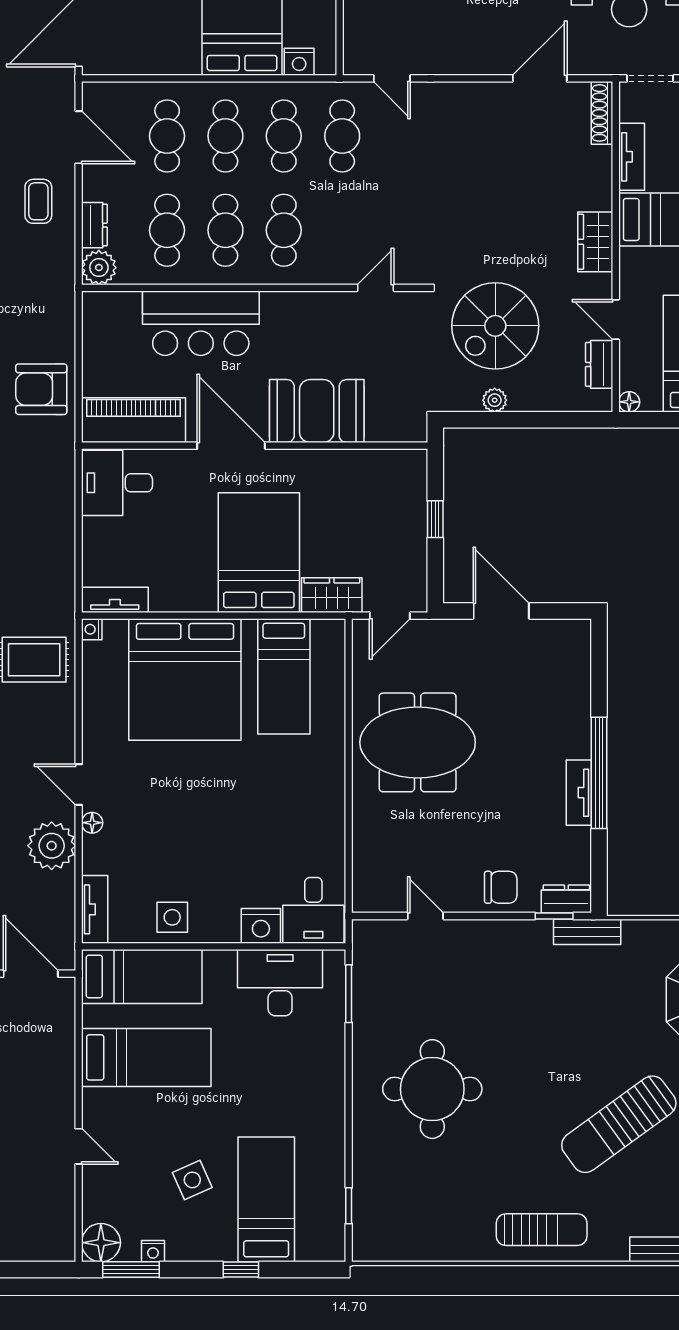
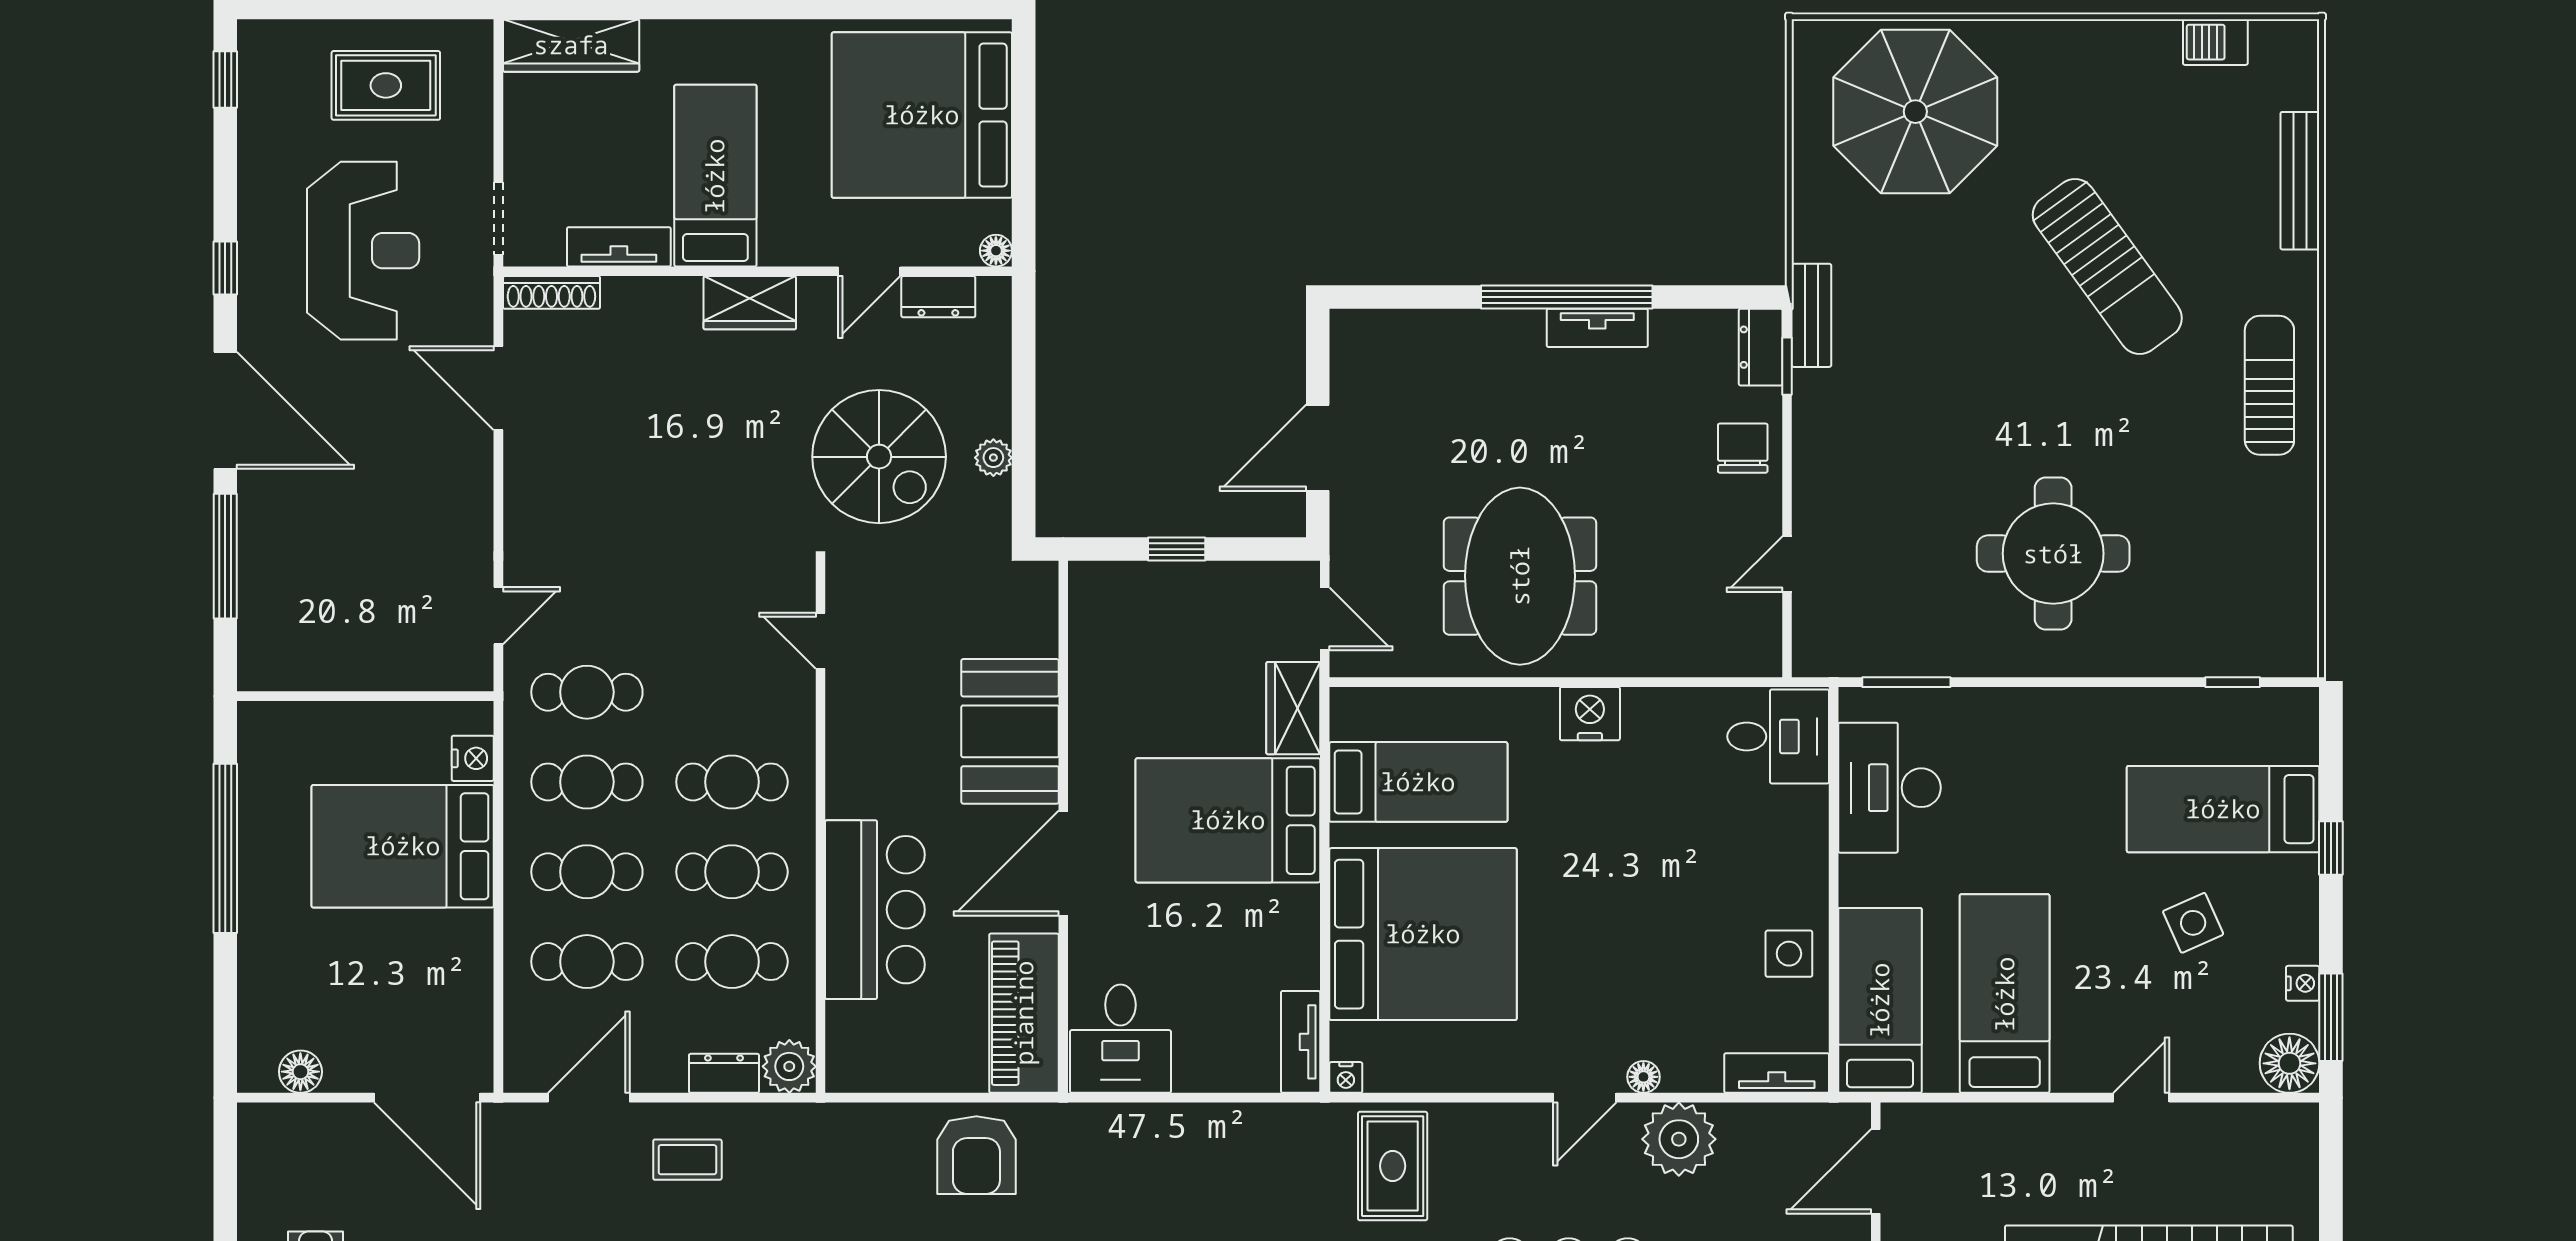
nightstand: (261, 926) -> (1590, 714), moved, turned -90

